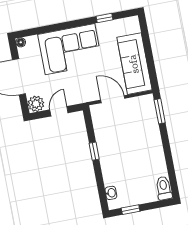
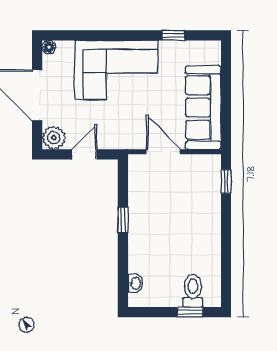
window: (160, 111) -> (226, 181), width x0.67
toilet: (164, 188) -> (193, 291), moved
window: (131, 210) -> (190, 312), moved

